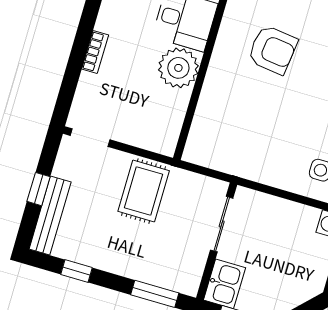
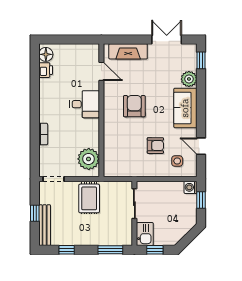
armchair: (273, 50) -> (134, 106), turned -97
plant: (178, 68) -> (89, 159), moved
armchair: (290, 131) -> (155, 146), added

